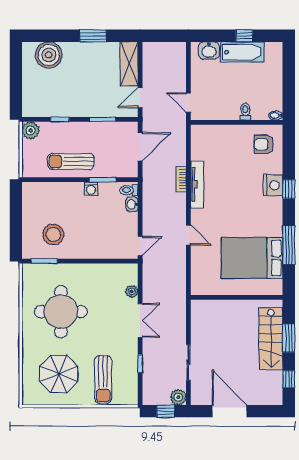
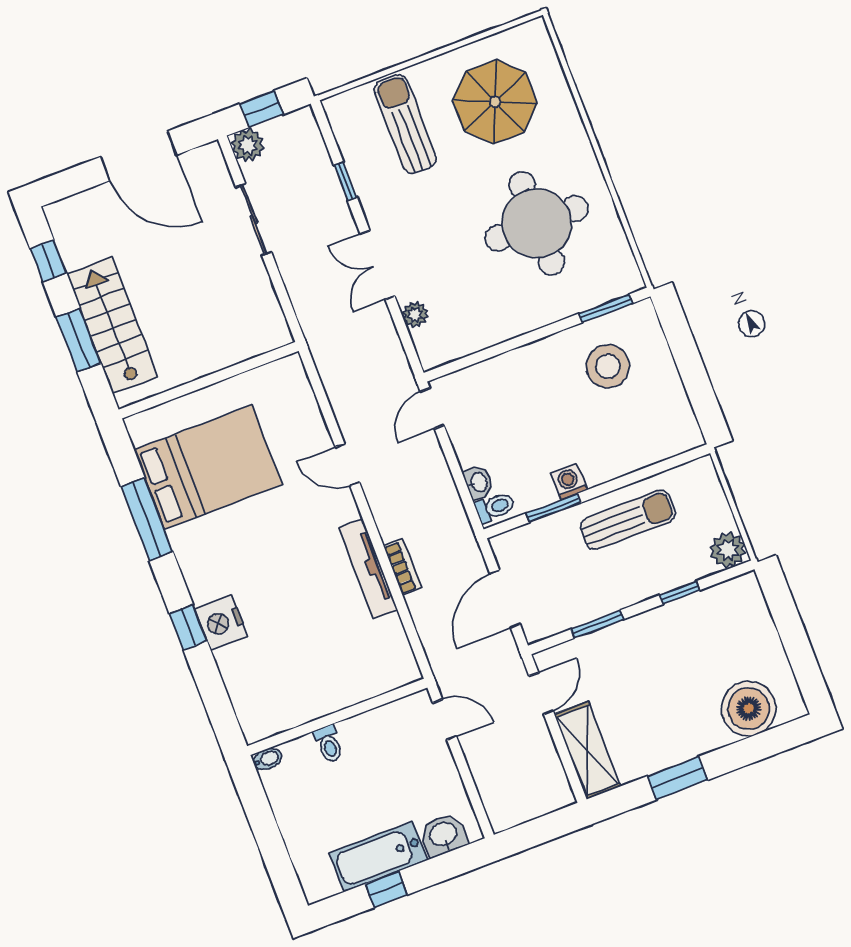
armchair: (264, 144) -> (269, 694), removed

